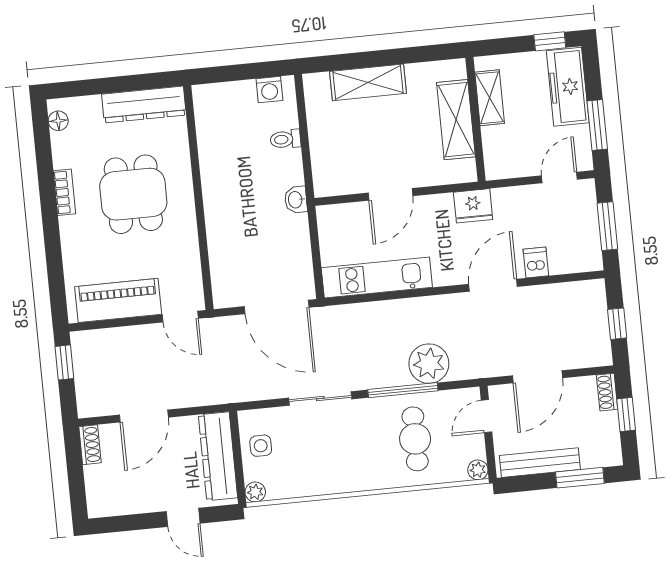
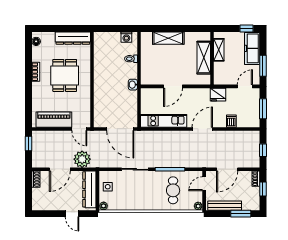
fridge: (473, 206) -> (218, 95), moved
door: (493, 285) -> (202, 129), moved
plant: (429, 364) -> (82, 159), moved

